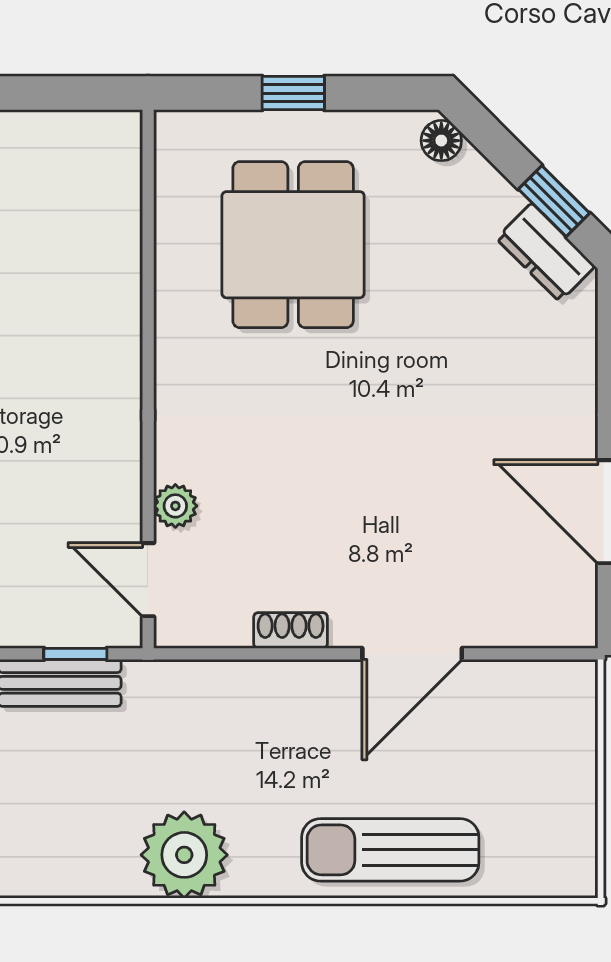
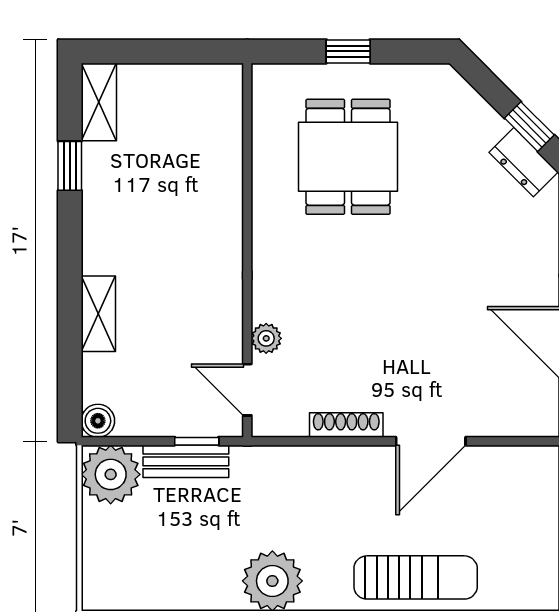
floor lamp: (441, 141) -> (451, 84), removed
shoe rack: (291, 630) -> (346, 425), width x1.43
sun lounger: (390, 850) -> (416, 577), turned 180

